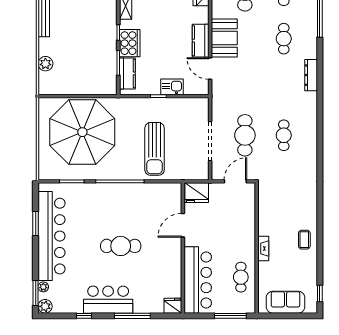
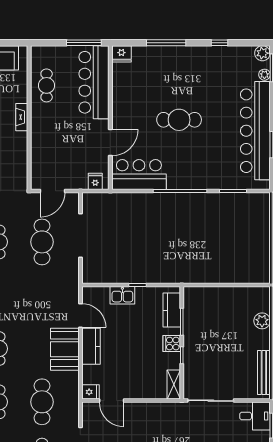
cooker: (130, 43) -> (172, 344), width x0.53, depth x0.76
parasol: (82, 132) -> (221, 245), removed
sun lounger: (155, 149) -> (142, 227), removed
fridge: (197, 193) -> (95, 181), width x0.53, depth x0.75
bar counter: (108, 300) -> (139, 175), moved, turned 180
window: (230, 316) -> (84, 43), moved

